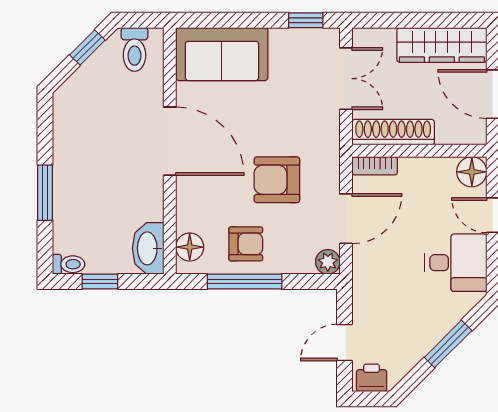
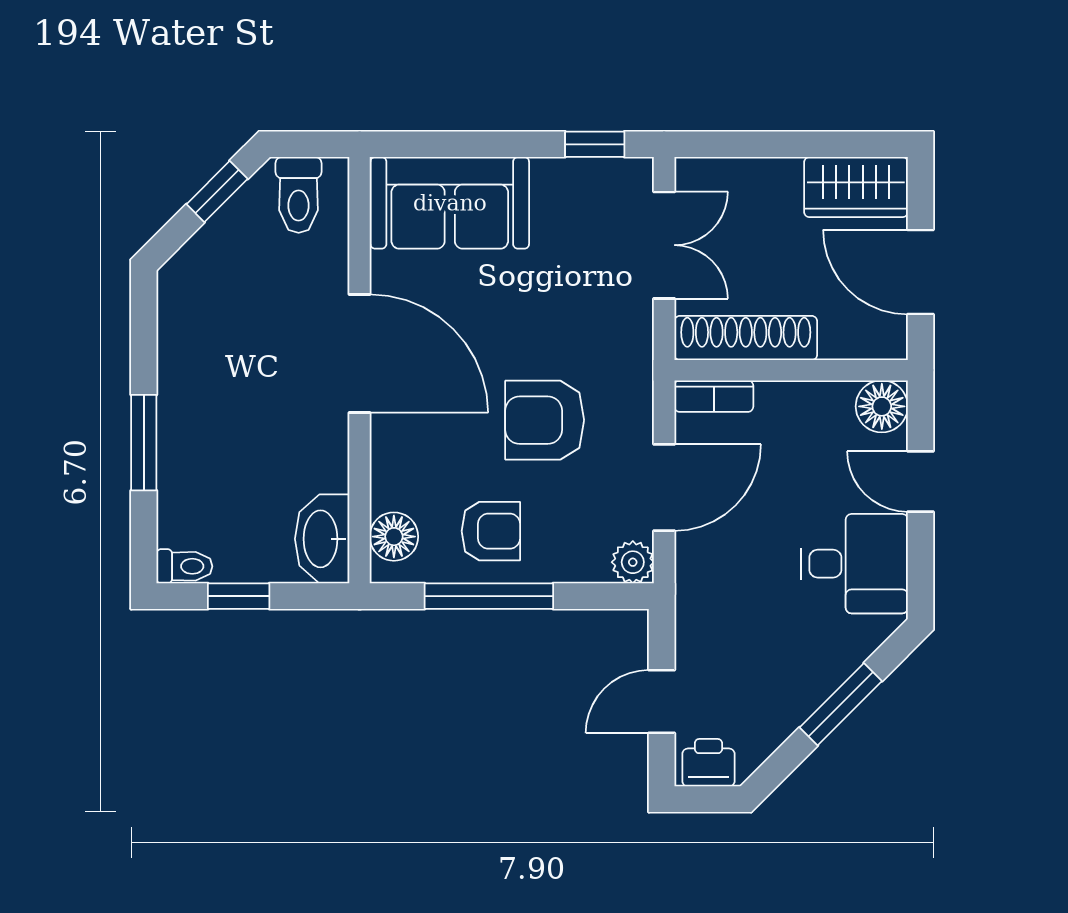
wardrobe: (442, 45) -> (856, 187), width x0.67

